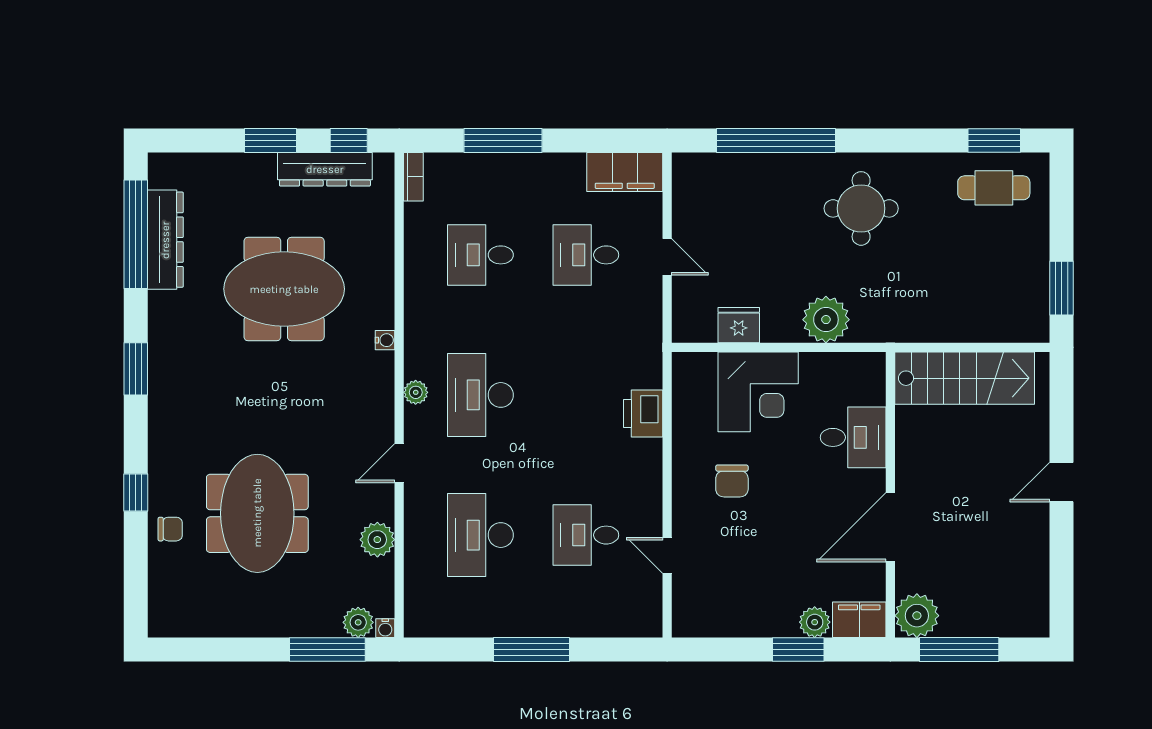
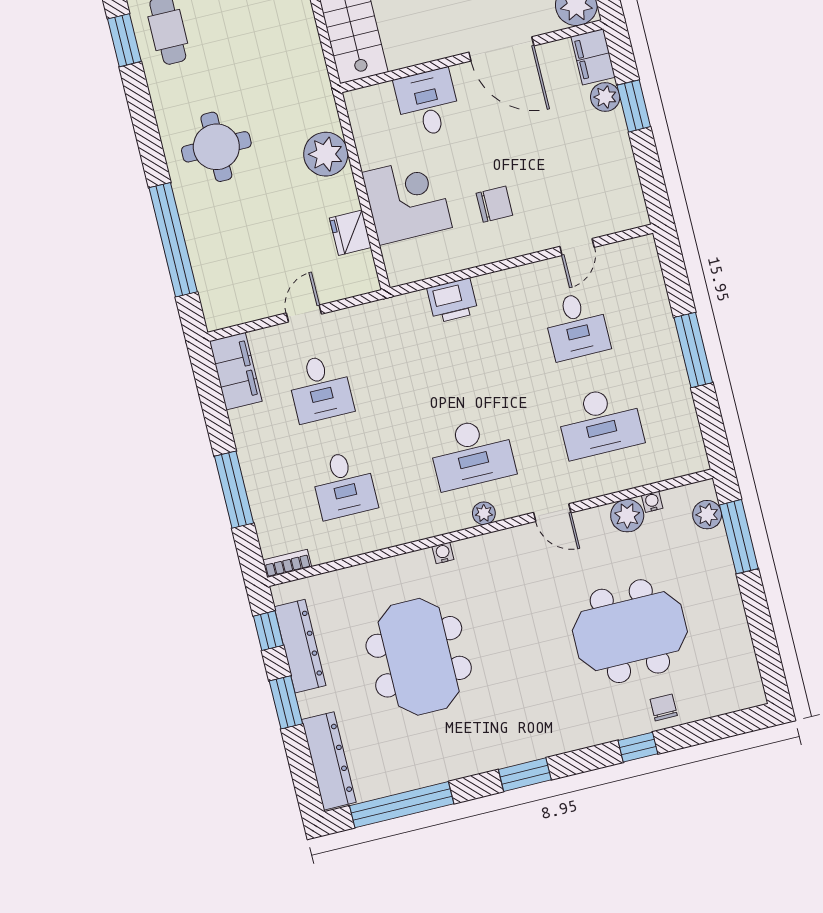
dresser: (165, 240) -> (329, 761), moved, turned 90
water cooler: (385, 628) -> (652, 502), moved, turned -90

